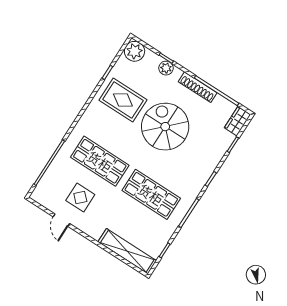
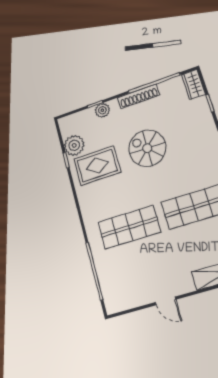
plant: (135, 51) -> (74, 145), moved
spiral stairs: (165, 127) -> (147, 148), width x0.73, depth x0.73
display table: (80, 198) -> (145, 271), removed
door: (61, 220) -> (166, 301), moved

